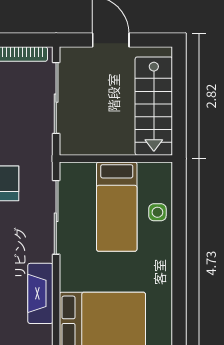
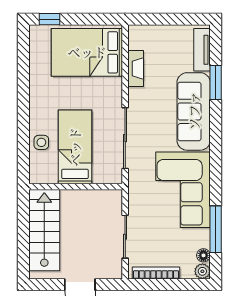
sliding door: (56, 98) -> (125, 237), width x0.73
fireplace: (40, 293) -> (136, 69), width x0.73, depth x0.76

